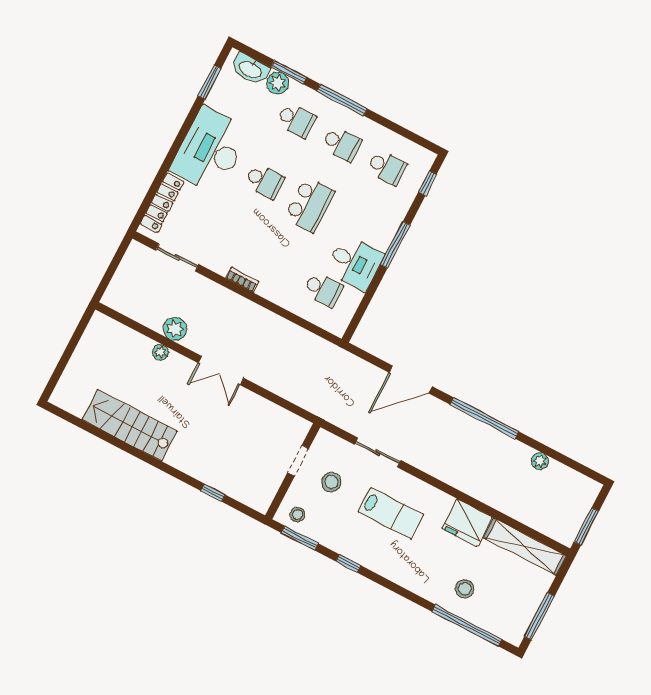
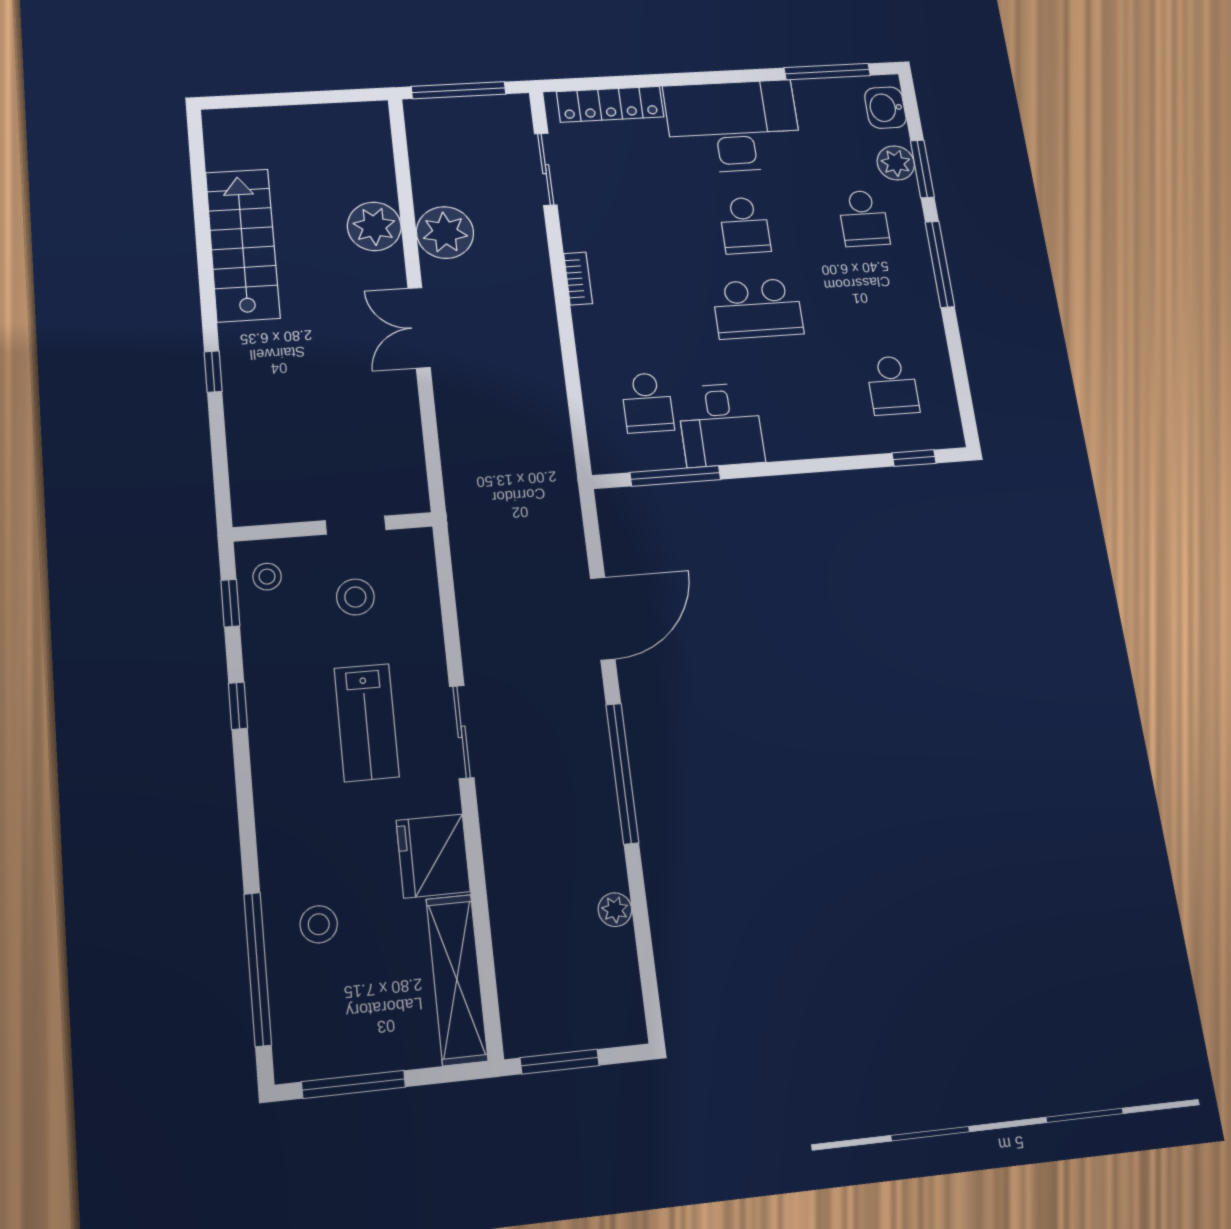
washbasin: (250, 69) -> (885, 108), width x0.72
window: (210, 82) -> (827, 72), width x1.44
school desk: (341, 144) -> (878, 301), removed
window: (395, 245) -> (675, 476), moved
window: (110, 272) -> (459, 90), added
plant: (175, 329) -> (445, 233), width x1.36, depth x1.36
plant: (160, 352) -> (374, 226), width x1.88, depth x1.88
door: (411, 379) -> (603, 619), swing flipped
sliding door: (378, 452) -> (462, 732), moved
window: (213, 493) -> (213, 372), moved
window: (300, 538) -> (230, 603), width x0.67

